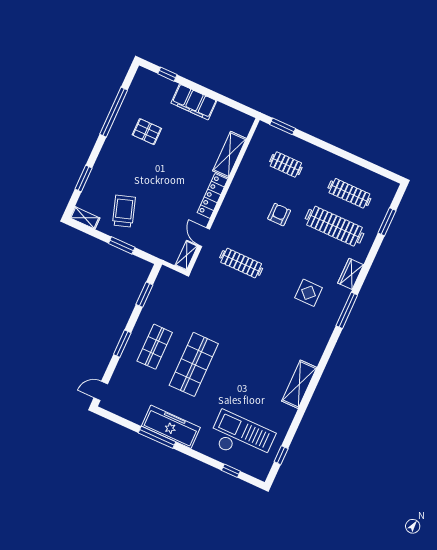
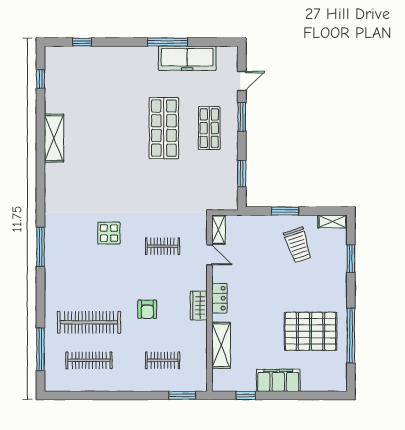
window: (167, 74) -> (246, 395), moved
pallet: (147, 132) -> (311, 331), width x2.05, depth x2.00
locker: (213, 196) -> (219, 298), width x0.66
window: (387, 222) -> (40, 349), width x1.44
clothes rail: (241, 263) -> (163, 246), width x0.73
wardrobe: (351, 274) -> (199, 306), moved, turned 180
display table: (309, 293) -> (109, 233), moved
shelving: (299, 384) -> (54, 138), moved
door: (101, 391) -> (242, 81), moved
freezer: (171, 427) -> (187, 58), moved
checkout: (241, 438) -> (86, 78), removed

